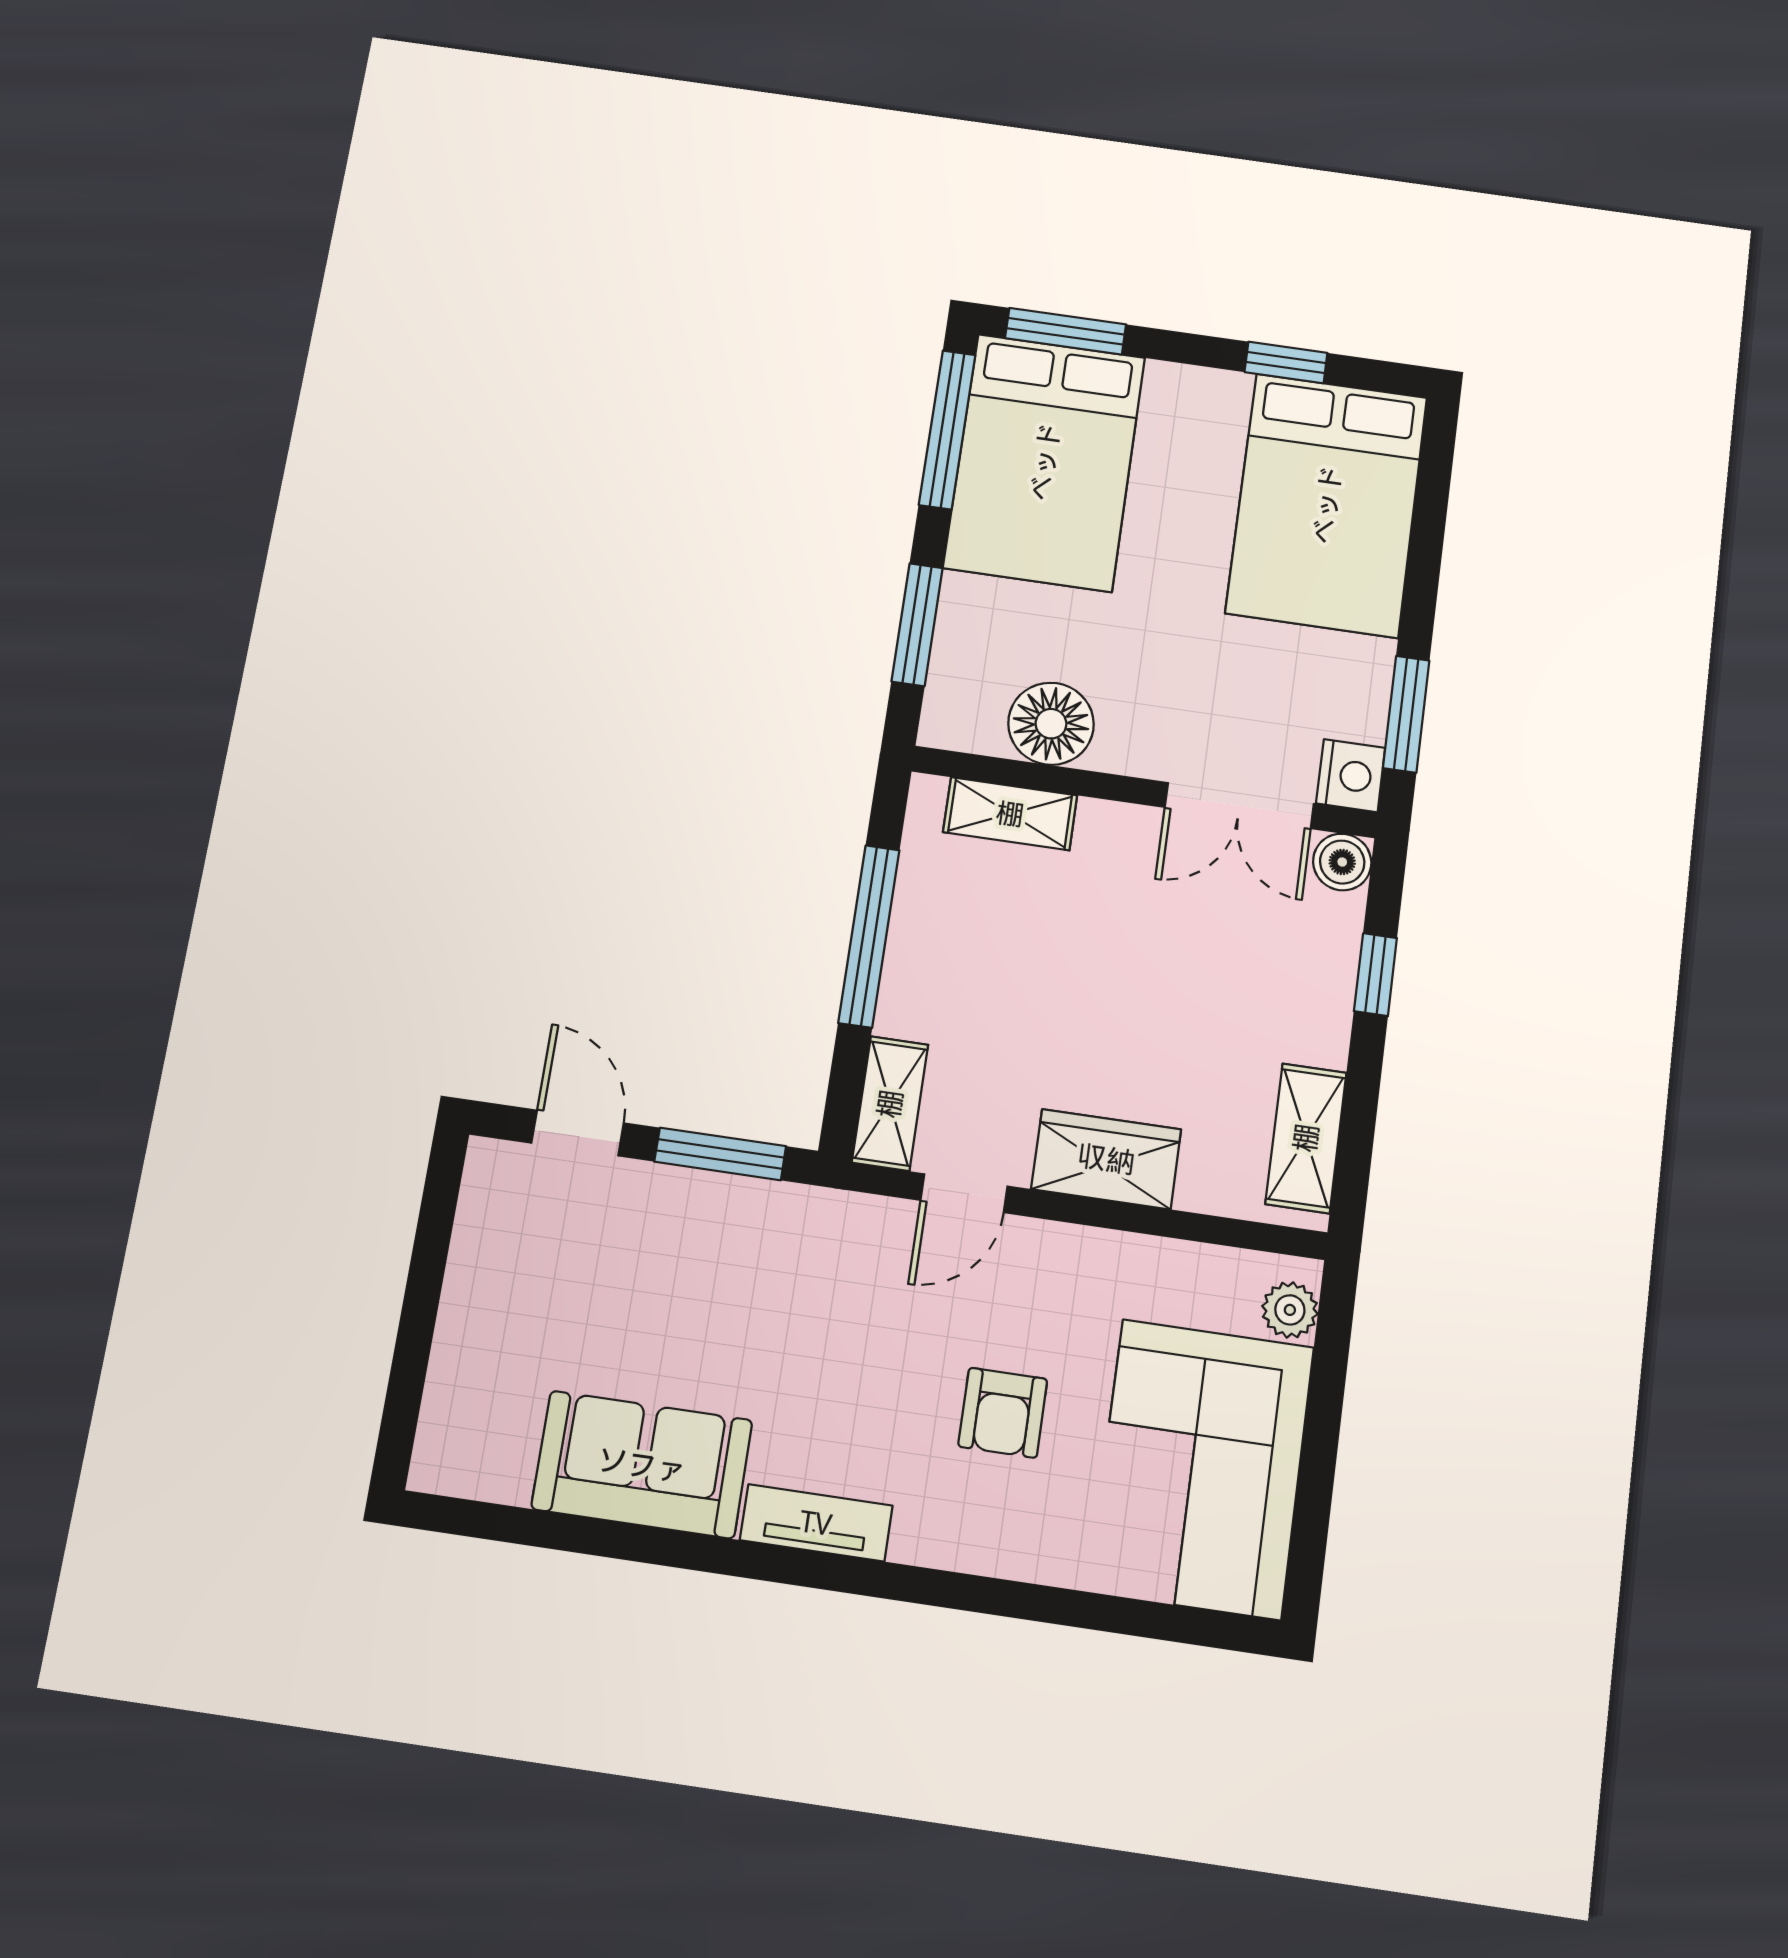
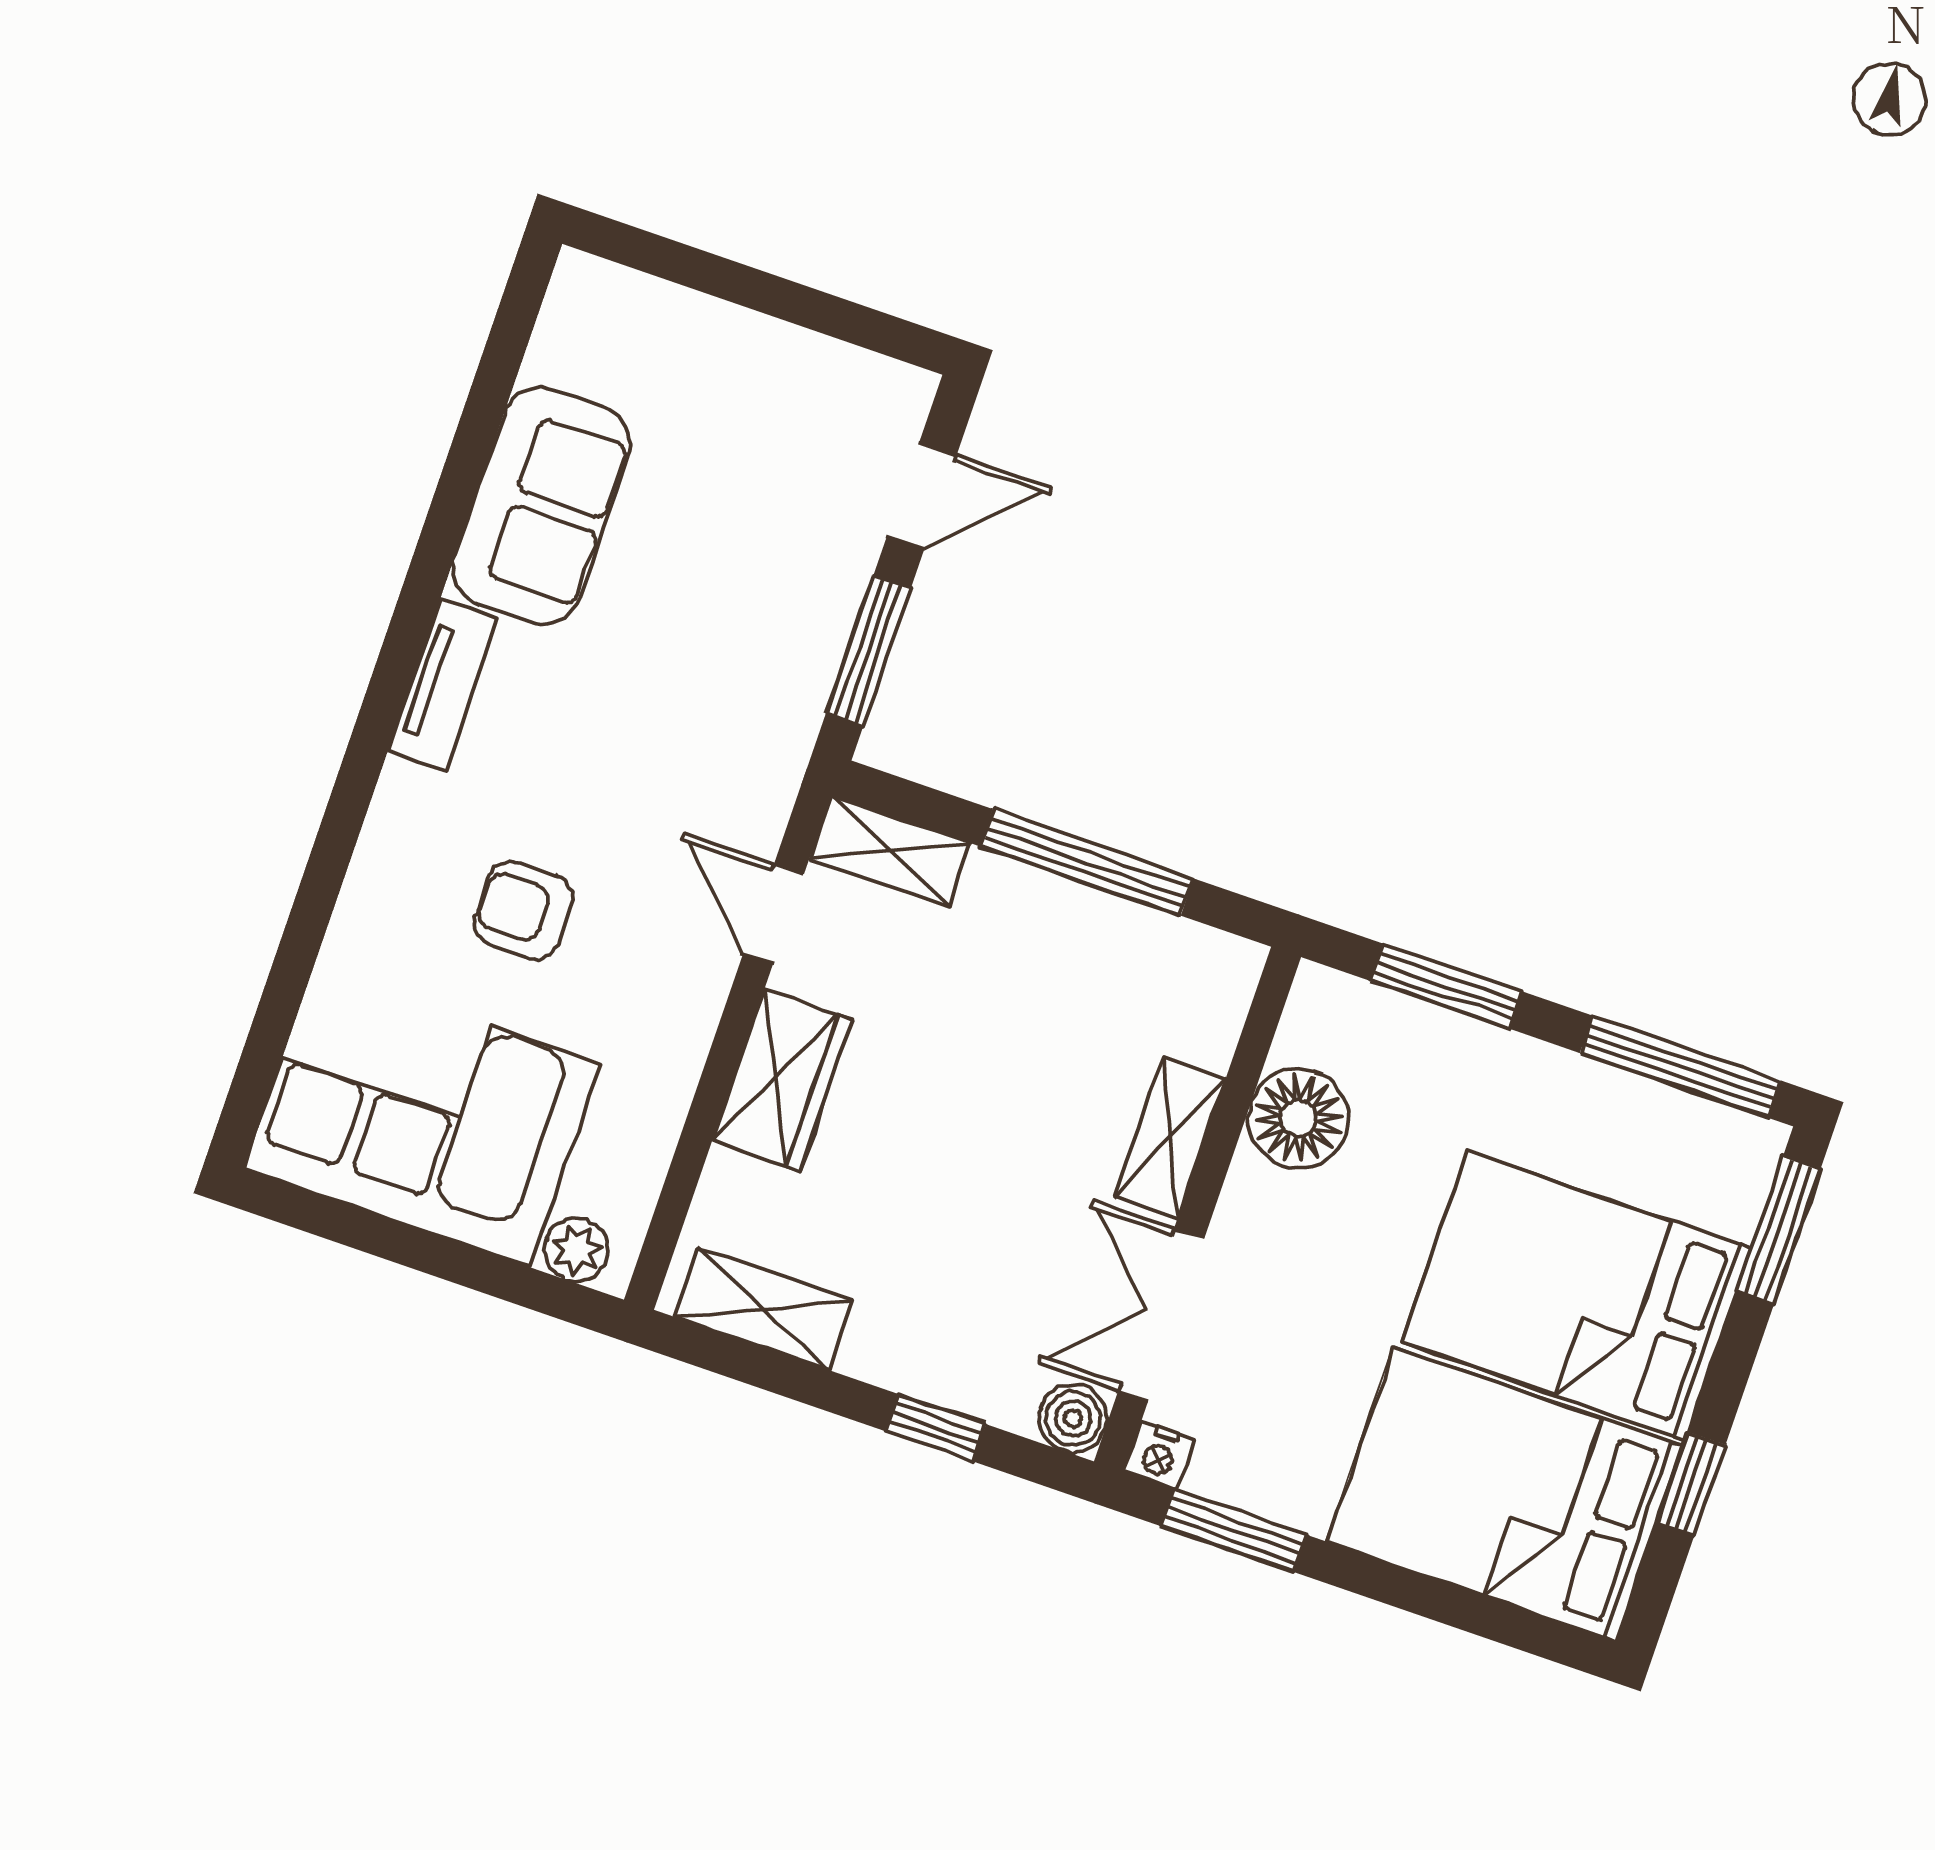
bed: (1045, 462) -> (1577, 1296), moved
nightstand: (1351, 776) -> (1159, 1456), width x0.72, depth x0.74
shelving: (1010, 814) -> (1170, 1138), moved

